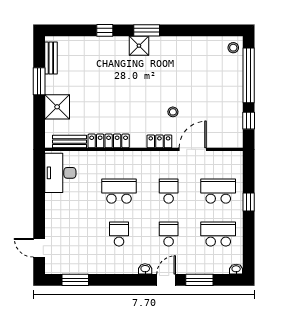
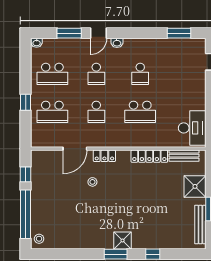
bench: (51, 58) -> (200, 224), width x1.36

